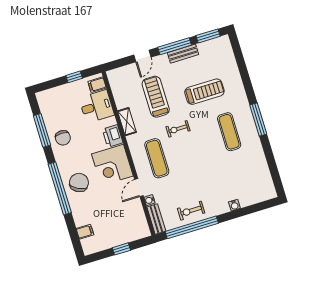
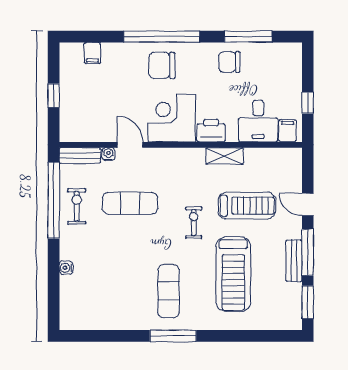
treadmill: (204, 92) -> (233, 274), width x1.37, depth x1.38
exercise mat: (229, 132) -> (168, 291), turned 90
exercise mat: (157, 158) -> (130, 203), moved
chair: (79, 183) -> (162, 65), turned 152

